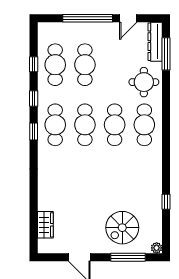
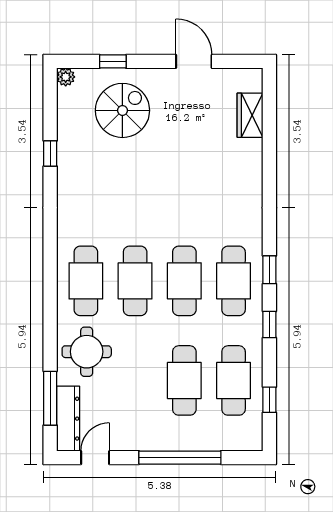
door: (128, 18) -> (95, 458), moved
window: (34, 64) -> (269, 400), moved
window: (128, 257) -> (113, 61), width x0.46

